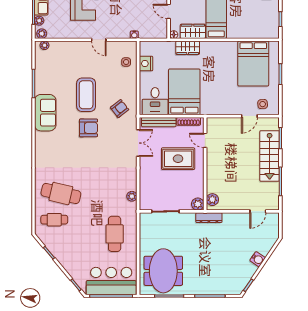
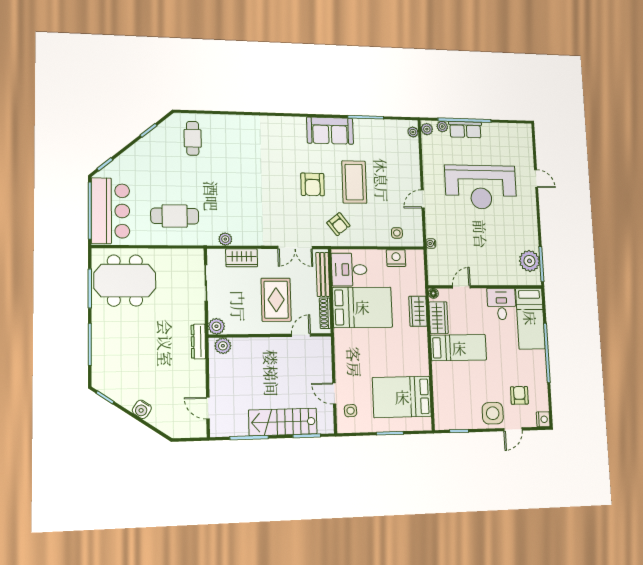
coffee table: (86, 95) -> (354, 182), turned 90
wardrobe: (146, 184) -> (242, 258), added
cafe table: (61, 194) -> (227, 148), removed

